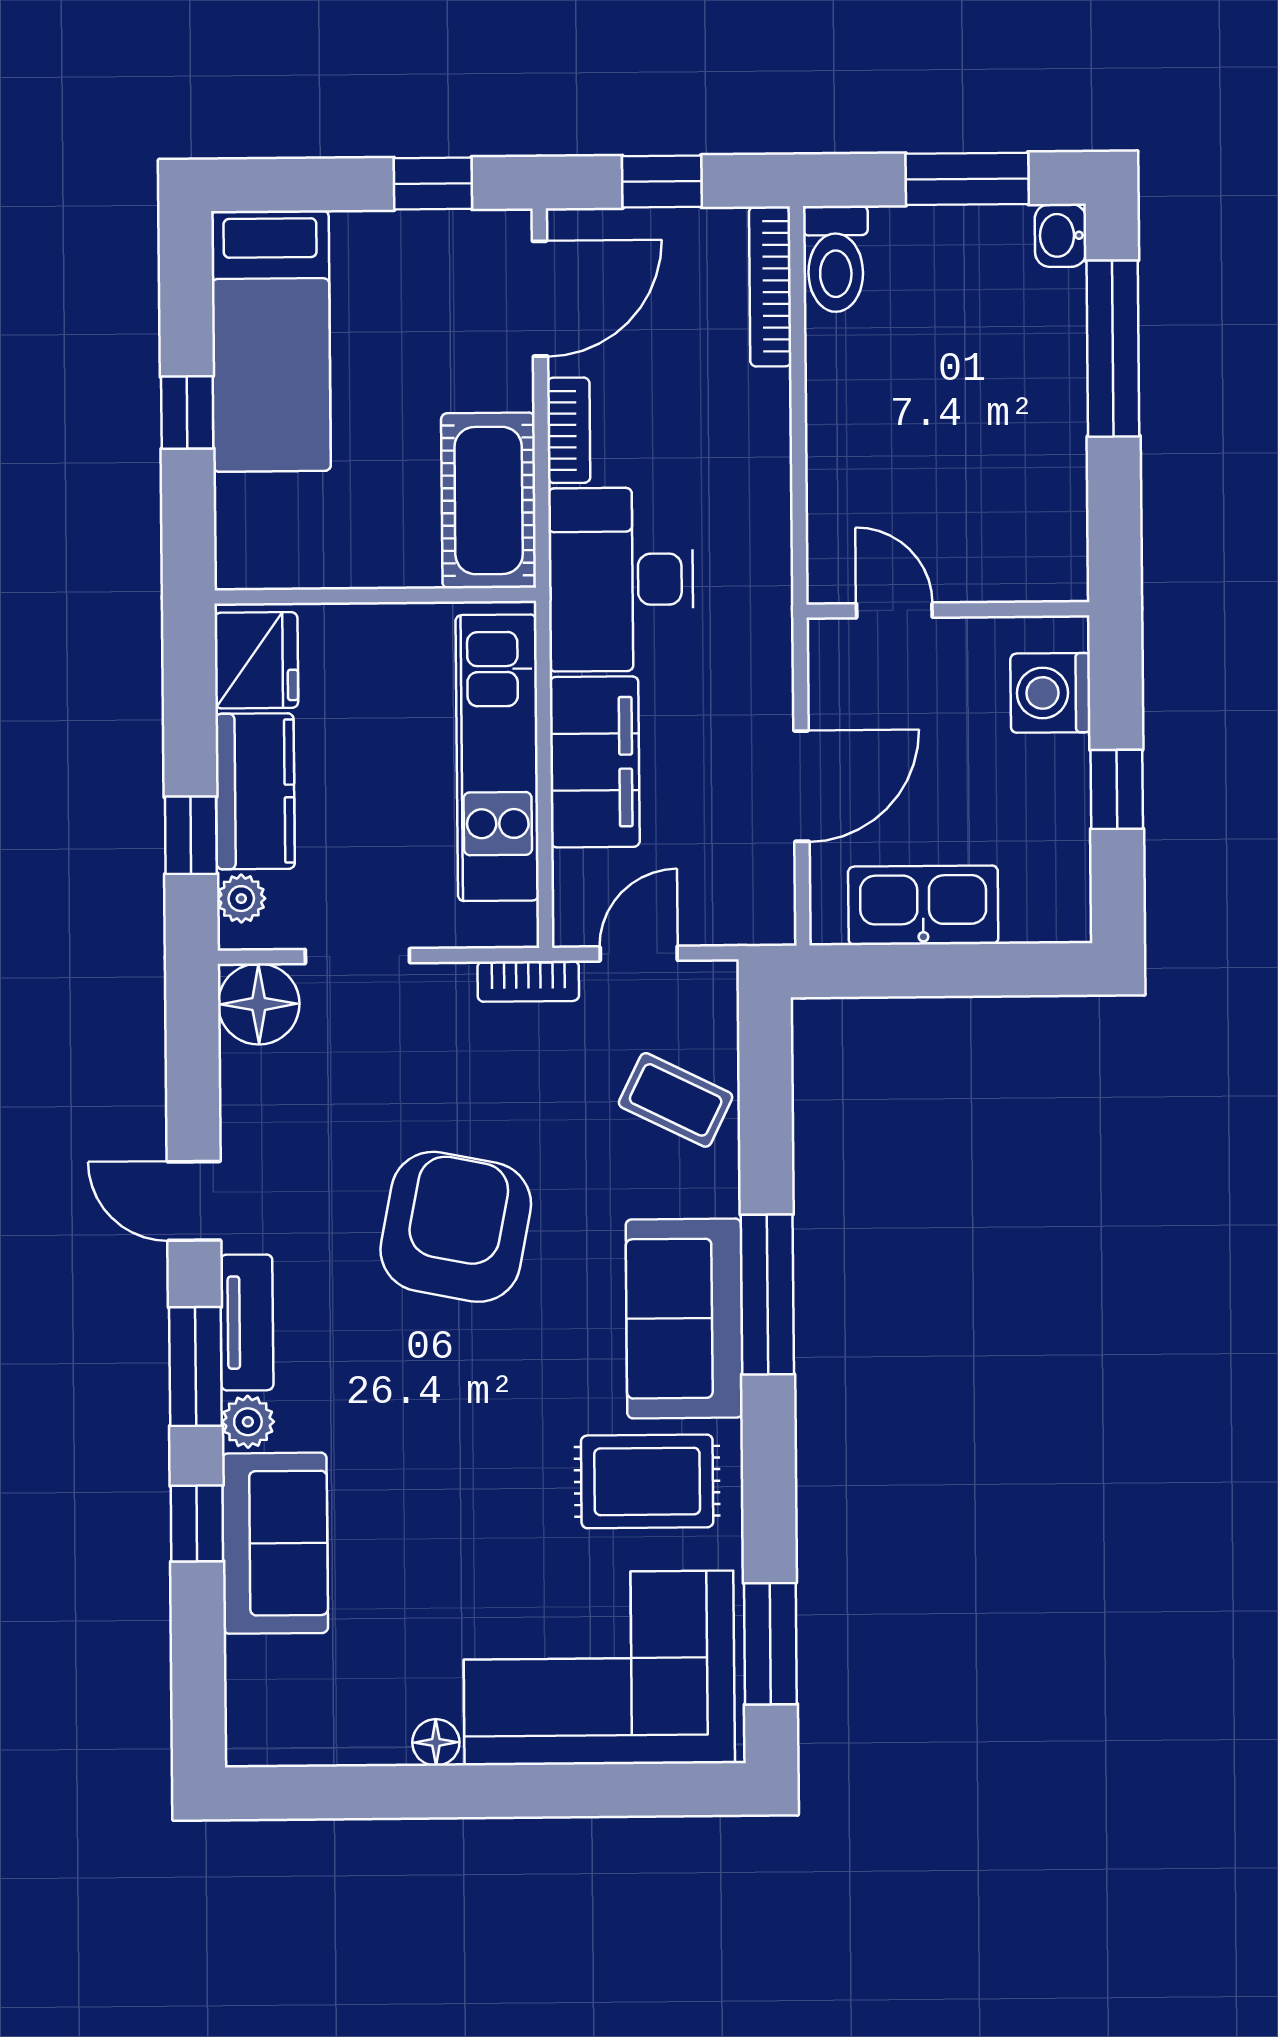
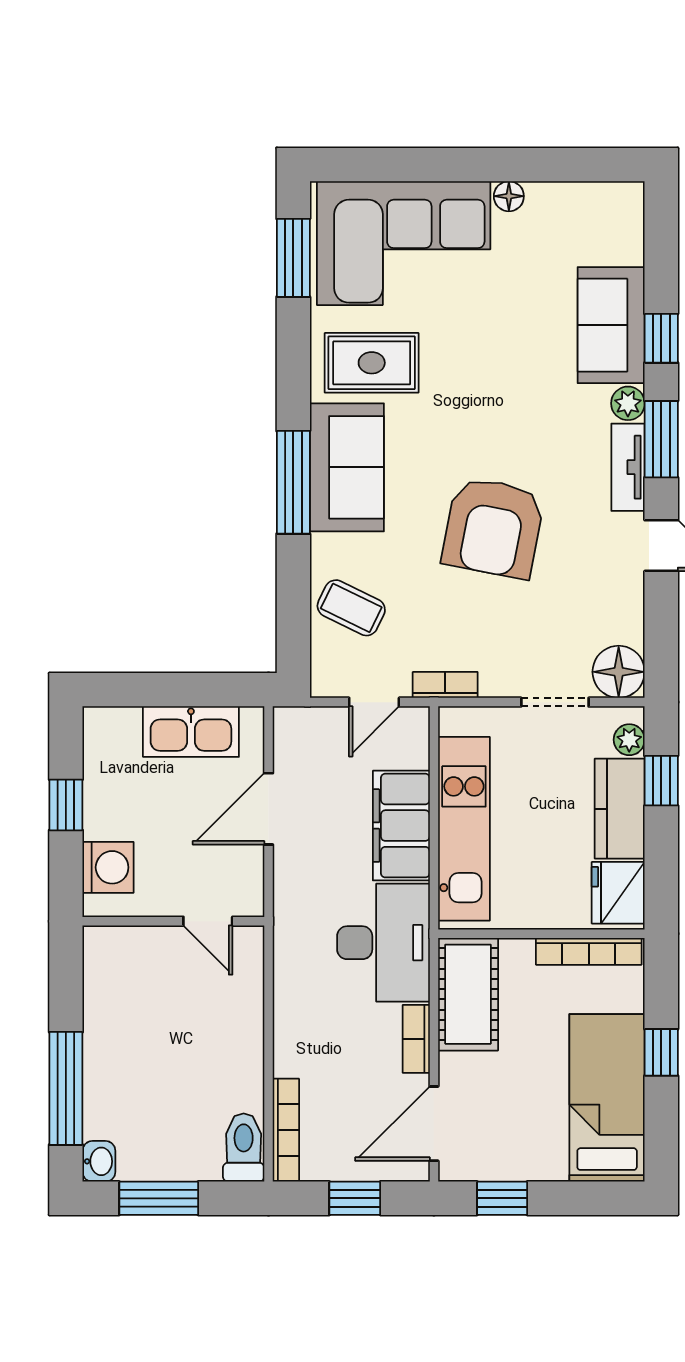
bookcase: (301, 569) -> (589, 951), added

